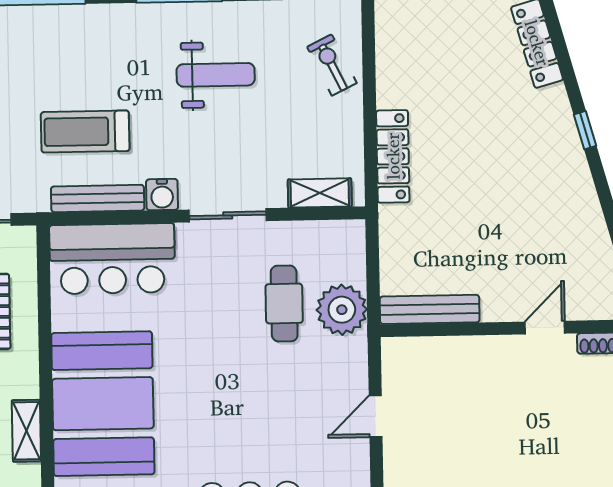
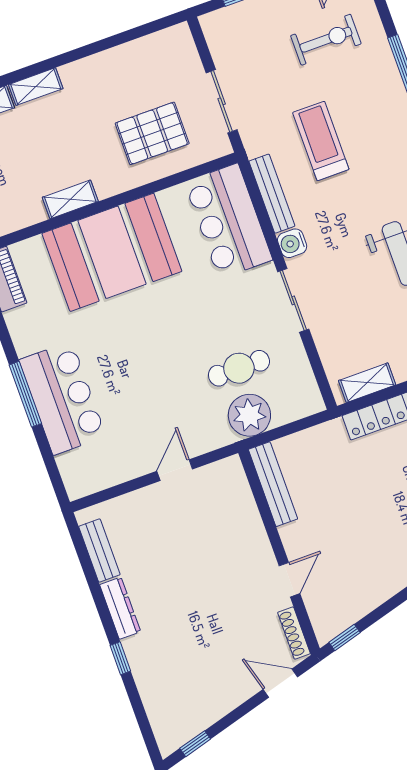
treadmill: (85, 132) -> (321, 141), moved
shelving: (320, 193) -> (367, 383), moved, turned 90
door: (545, 328) -> (289, 580), hinge flipped
door: (376, 416) -> (175, 470), hinge flipped

